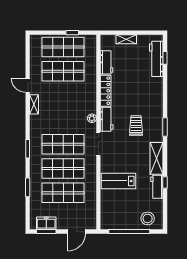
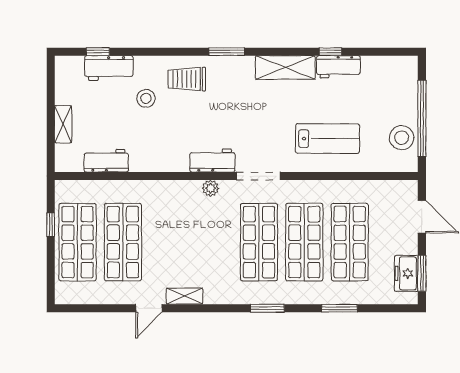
workbench: (156, 59) -> (109, 68), width x0.73
stool: (140, 84) -> (146, 98), added
locker: (106, 91) -> (159, 162), removed
trolley: (136, 125) -> (187, 79), moved
lab bench: (118, 181) -> (328, 139), turned -90
stool: (148, 218) -> (402, 138), moved

